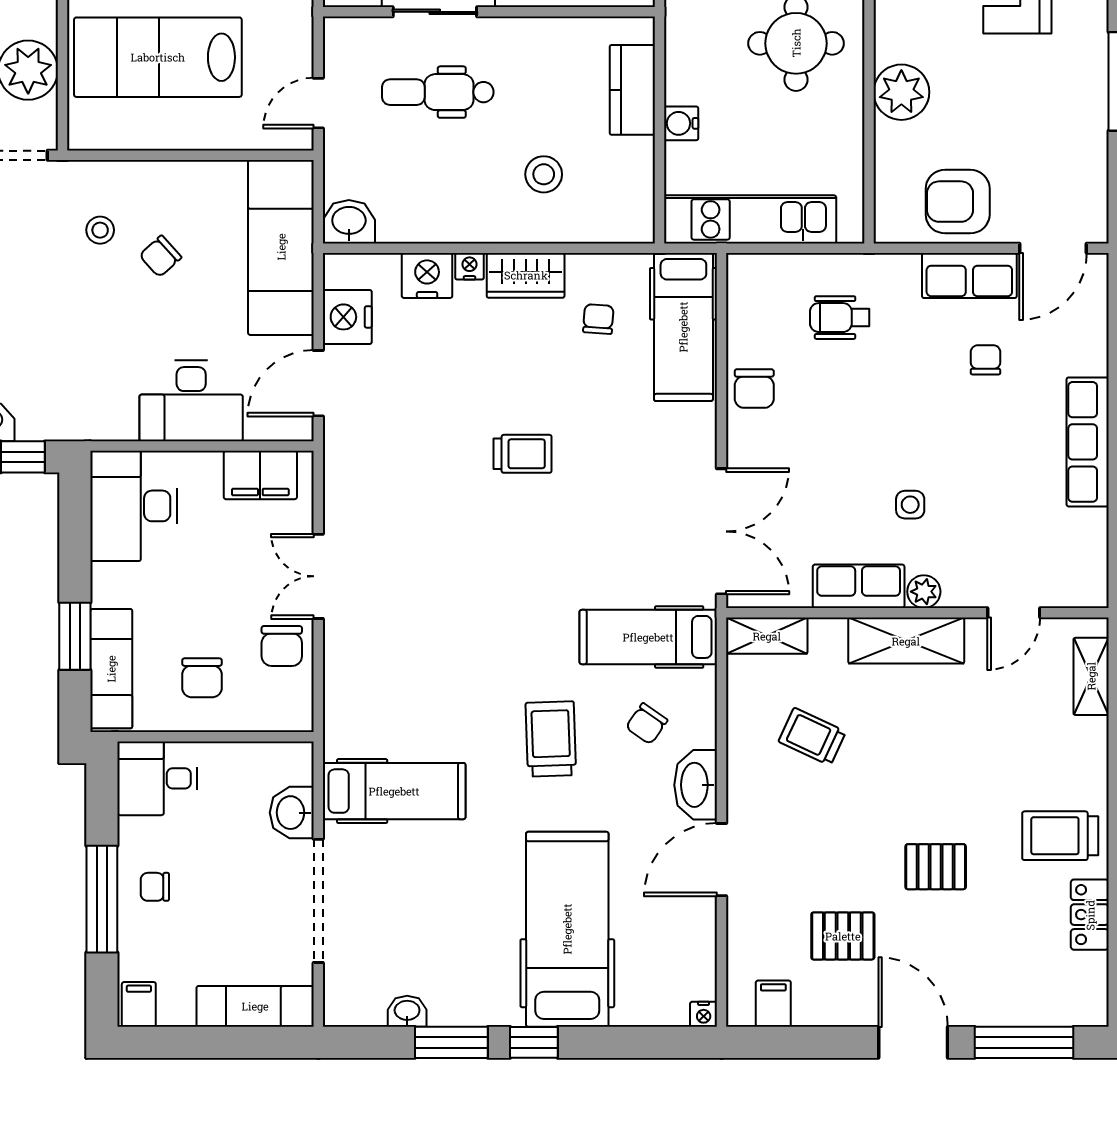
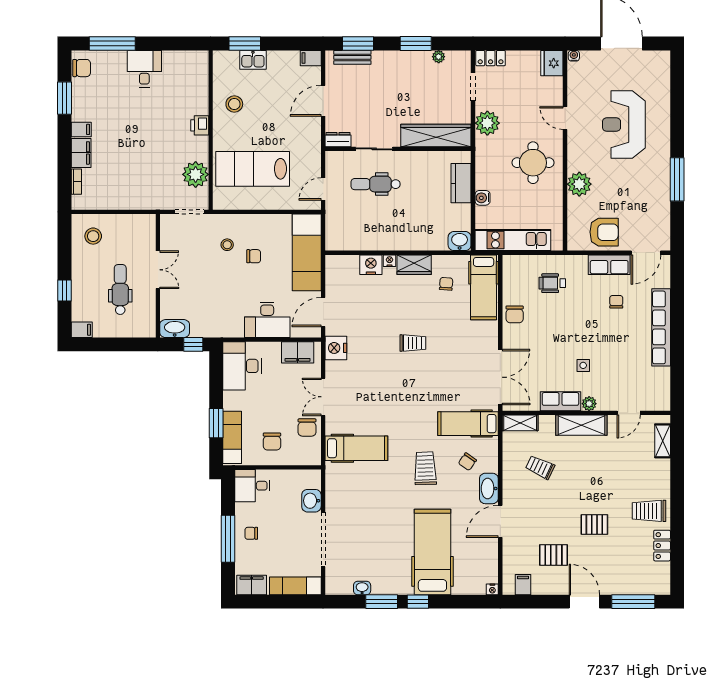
stool: (544, 174) -> (422, 220), removed
armchair: (958, 202) -> (604, 232), turned 180
washbasin: (349, 222) -> (460, 241), moved
chair: (160, 256) -> (254, 256), turned -138
nightstand: (347, 317) -> (336, 348), moved
row of seats: (1088, 442) -> (661, 327), width x1.36
hospital bed: (394, 791) -> (356, 448), moved
filing cabinet: (139, 1004) -> (252, 585), width x2.00

